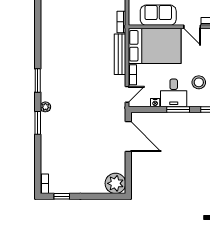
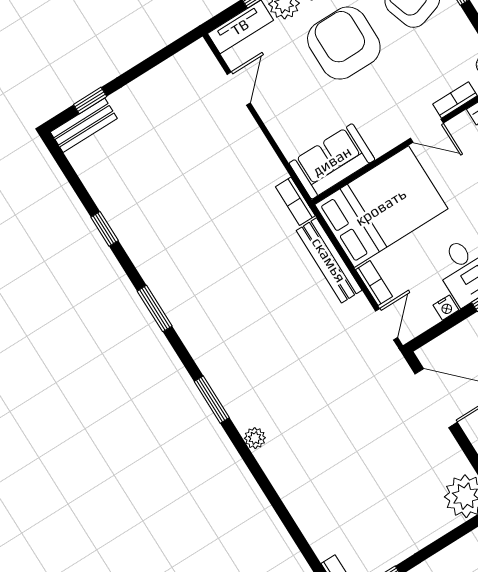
sofa: (158, 15) -> (332, 161), moved
window: (38, 123) -> (155, 309), moved

